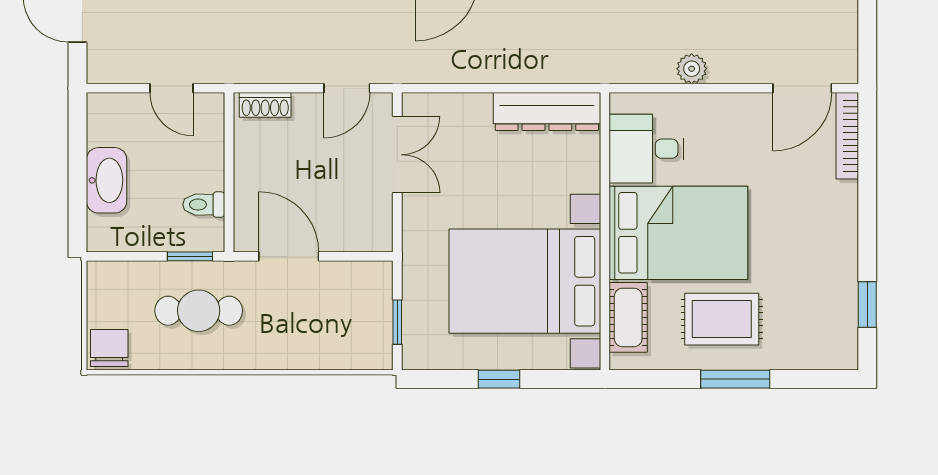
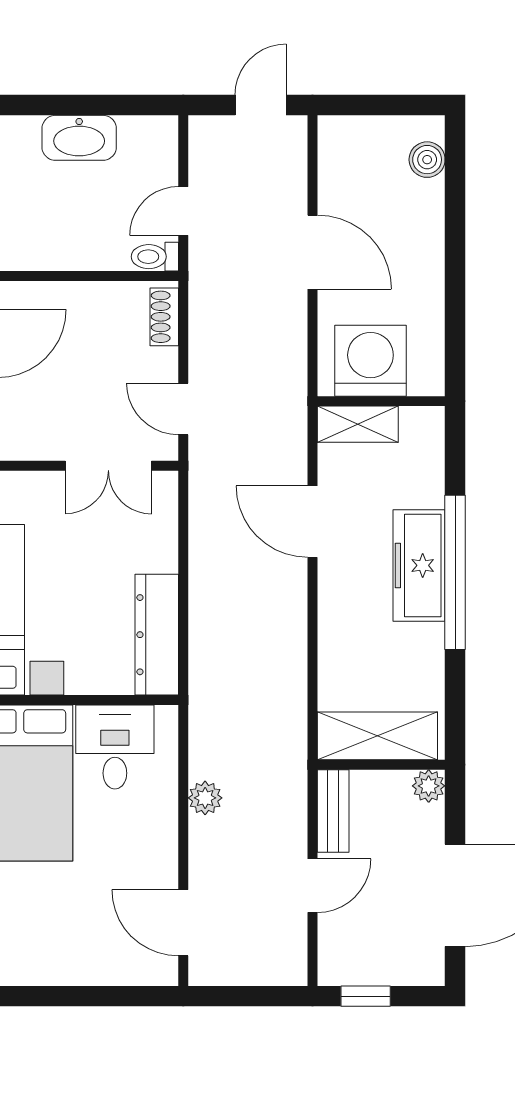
bookcase: (847, 136) -> (129, 973), removed
toilet: (204, 205) -> (155, 257), moved, turned -90

